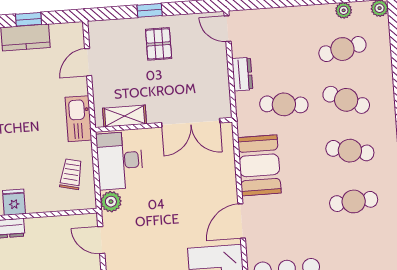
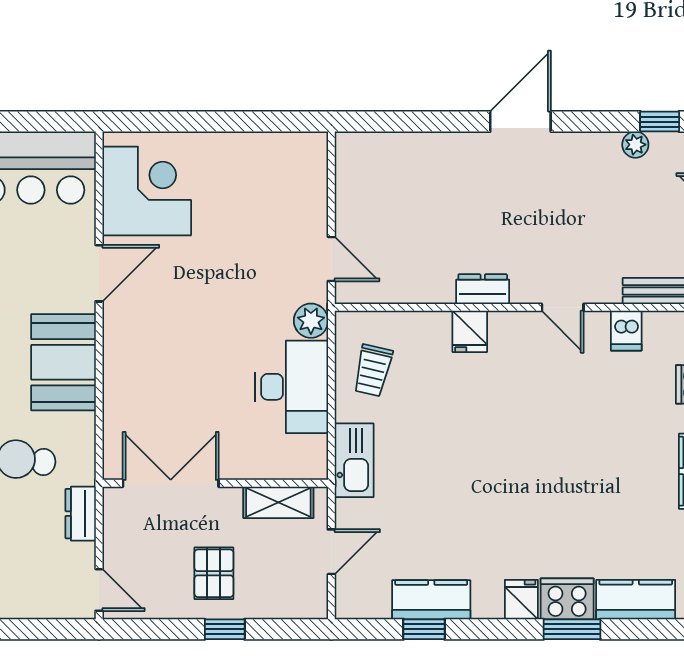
shelving: (125, 116) -> (278, 502), moved
double door: (191, 123) -> (171, 483), moved
wall: (164, 125) -> (215, 483), moved

